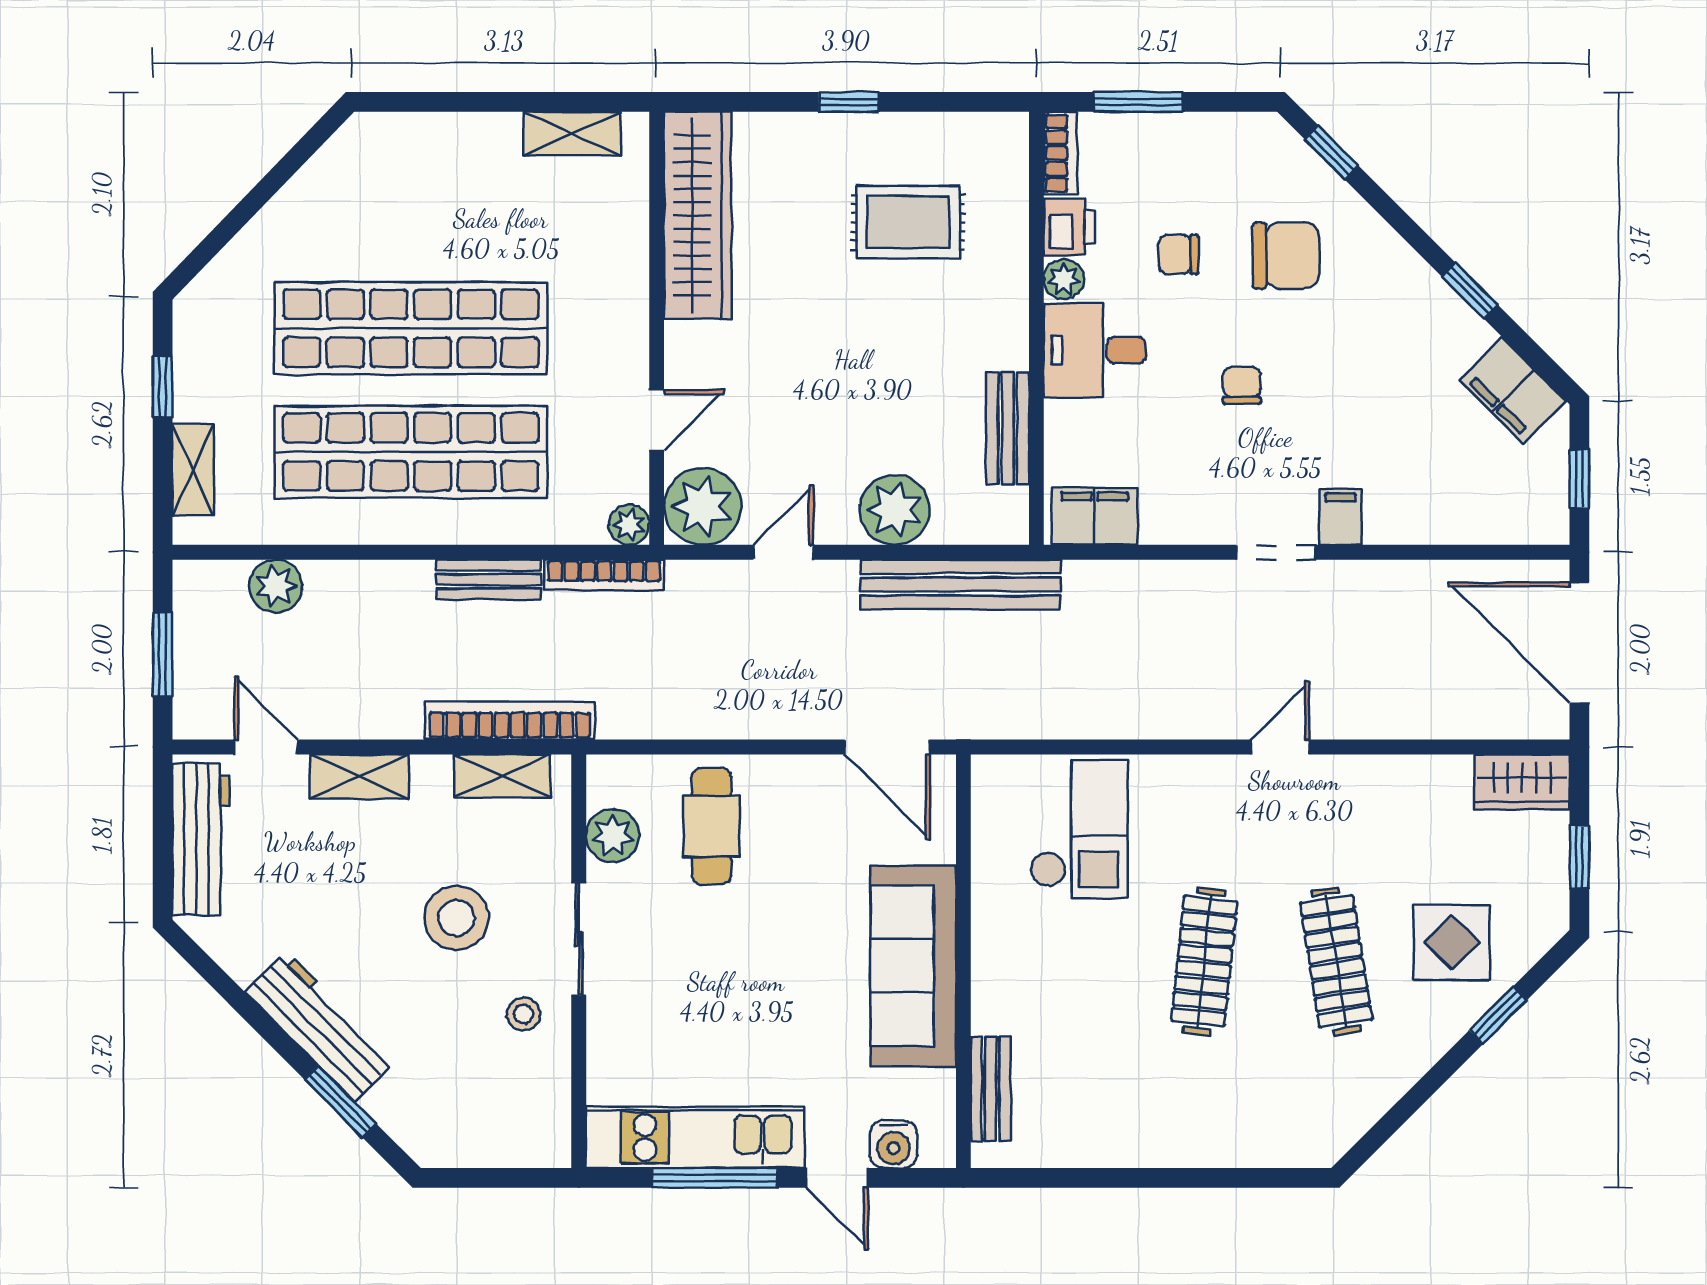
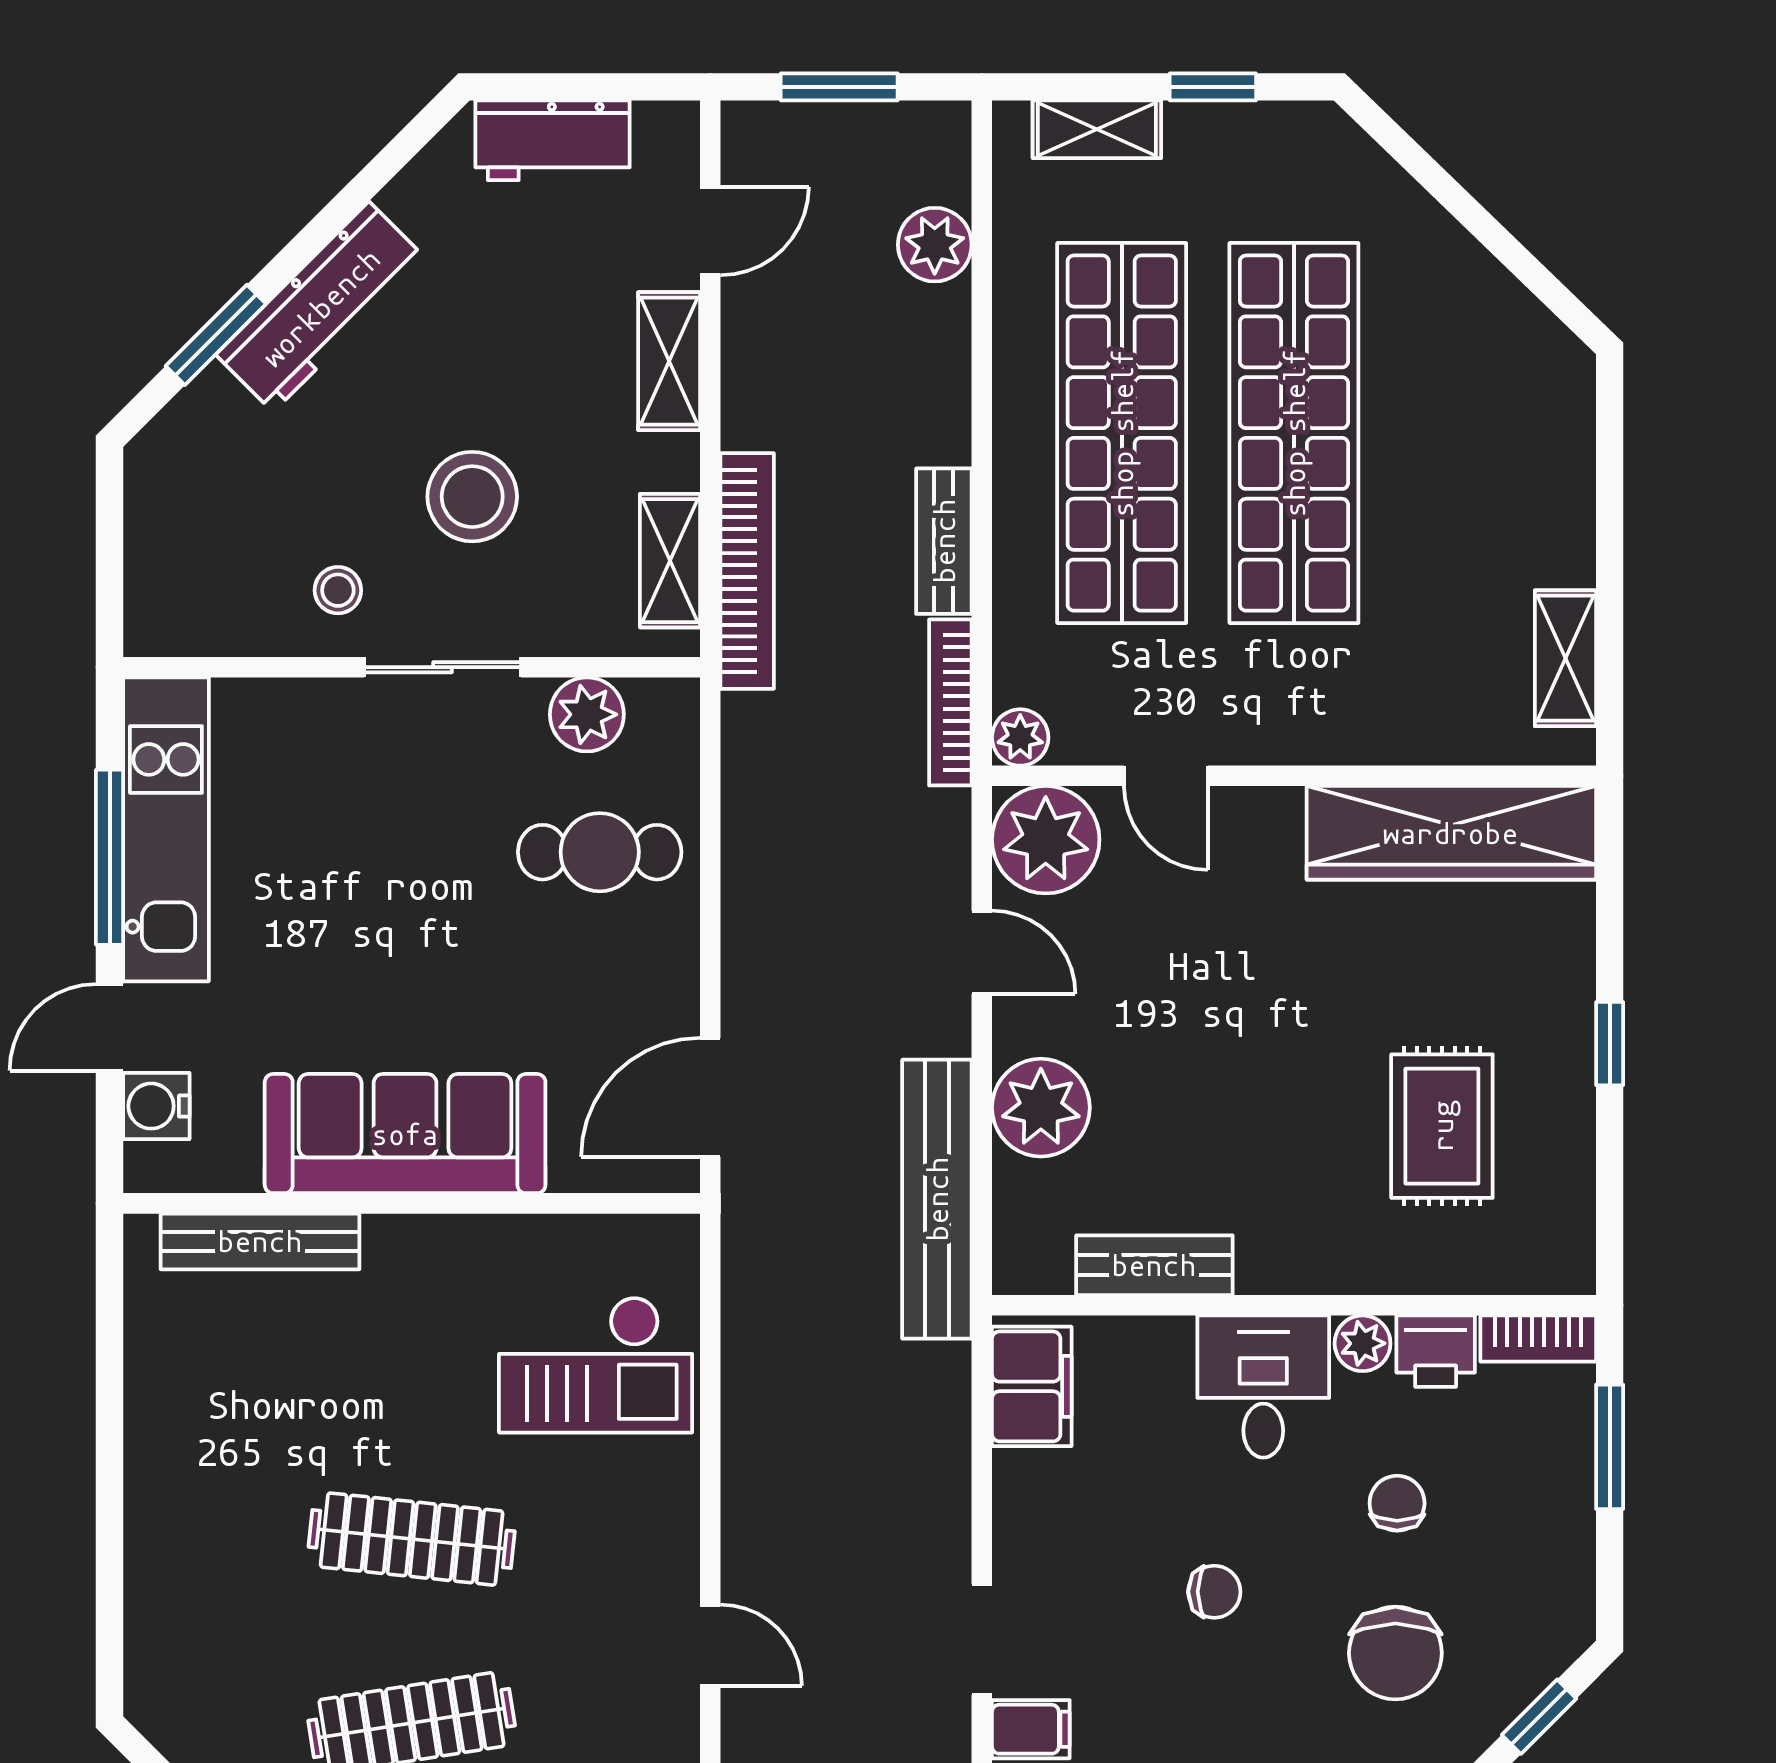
workbench: (201, 839) -> (553, 140), width x0.73
bench: (991, 1089) -> (260, 1241), width x1.36

